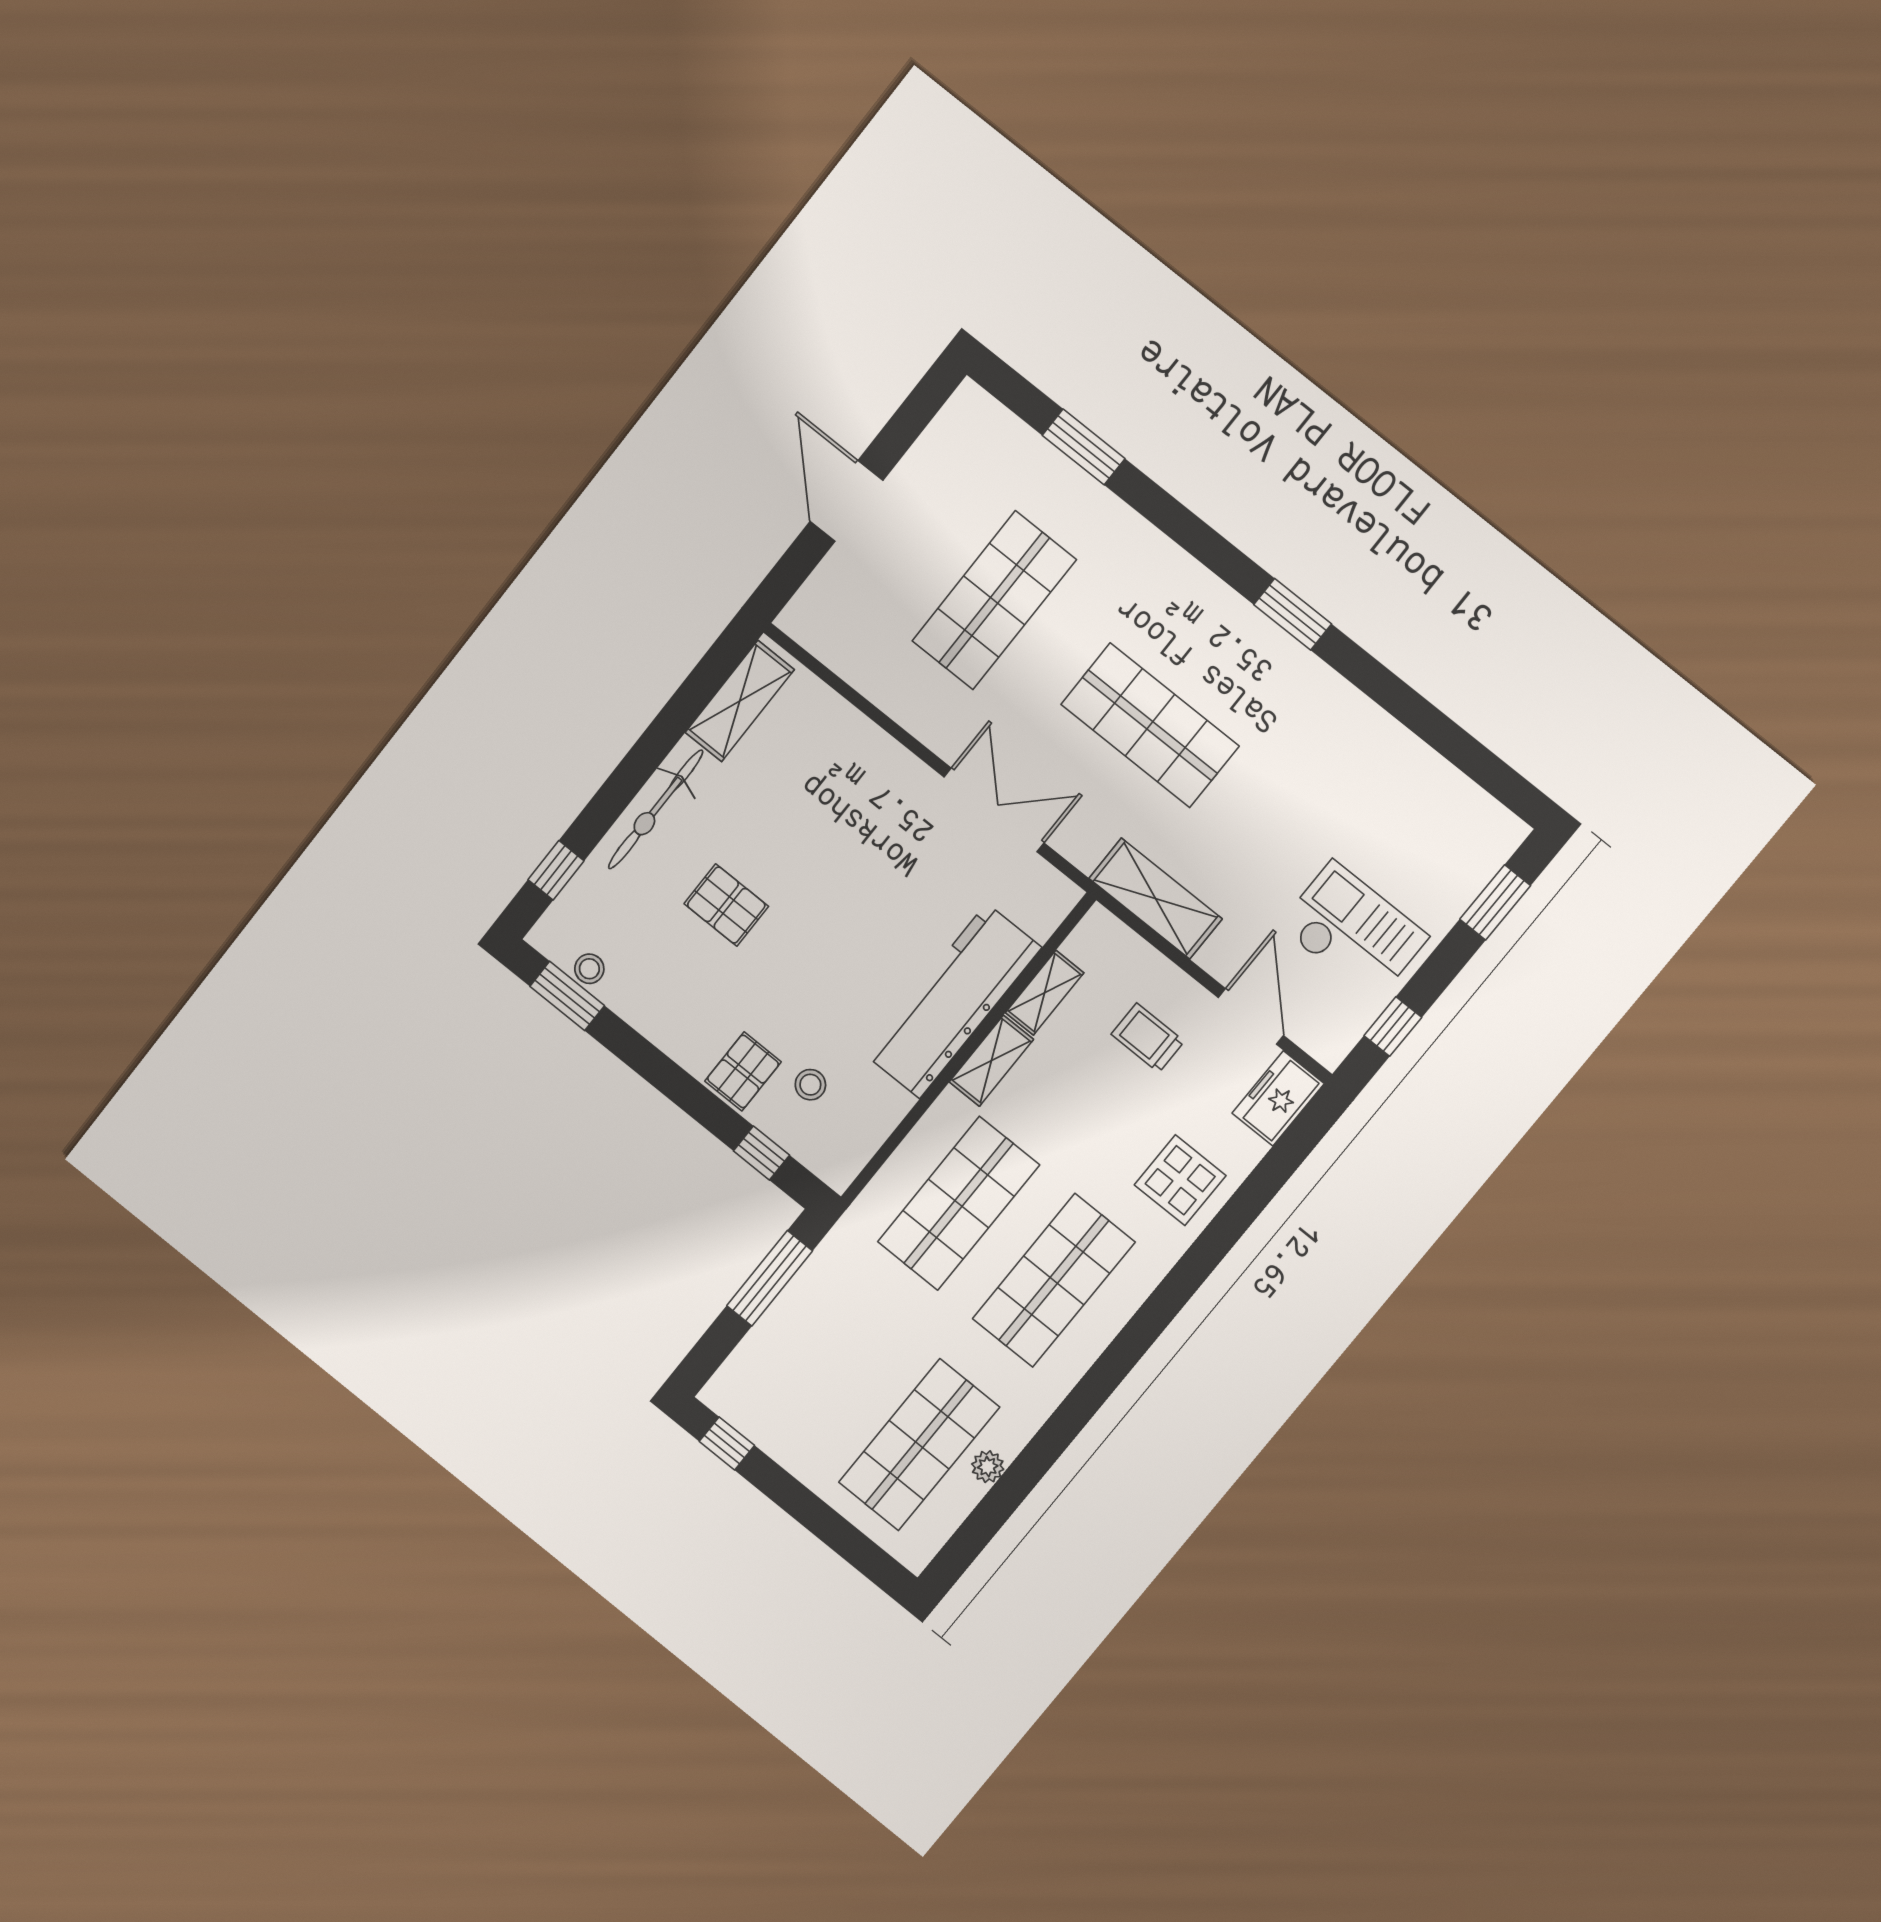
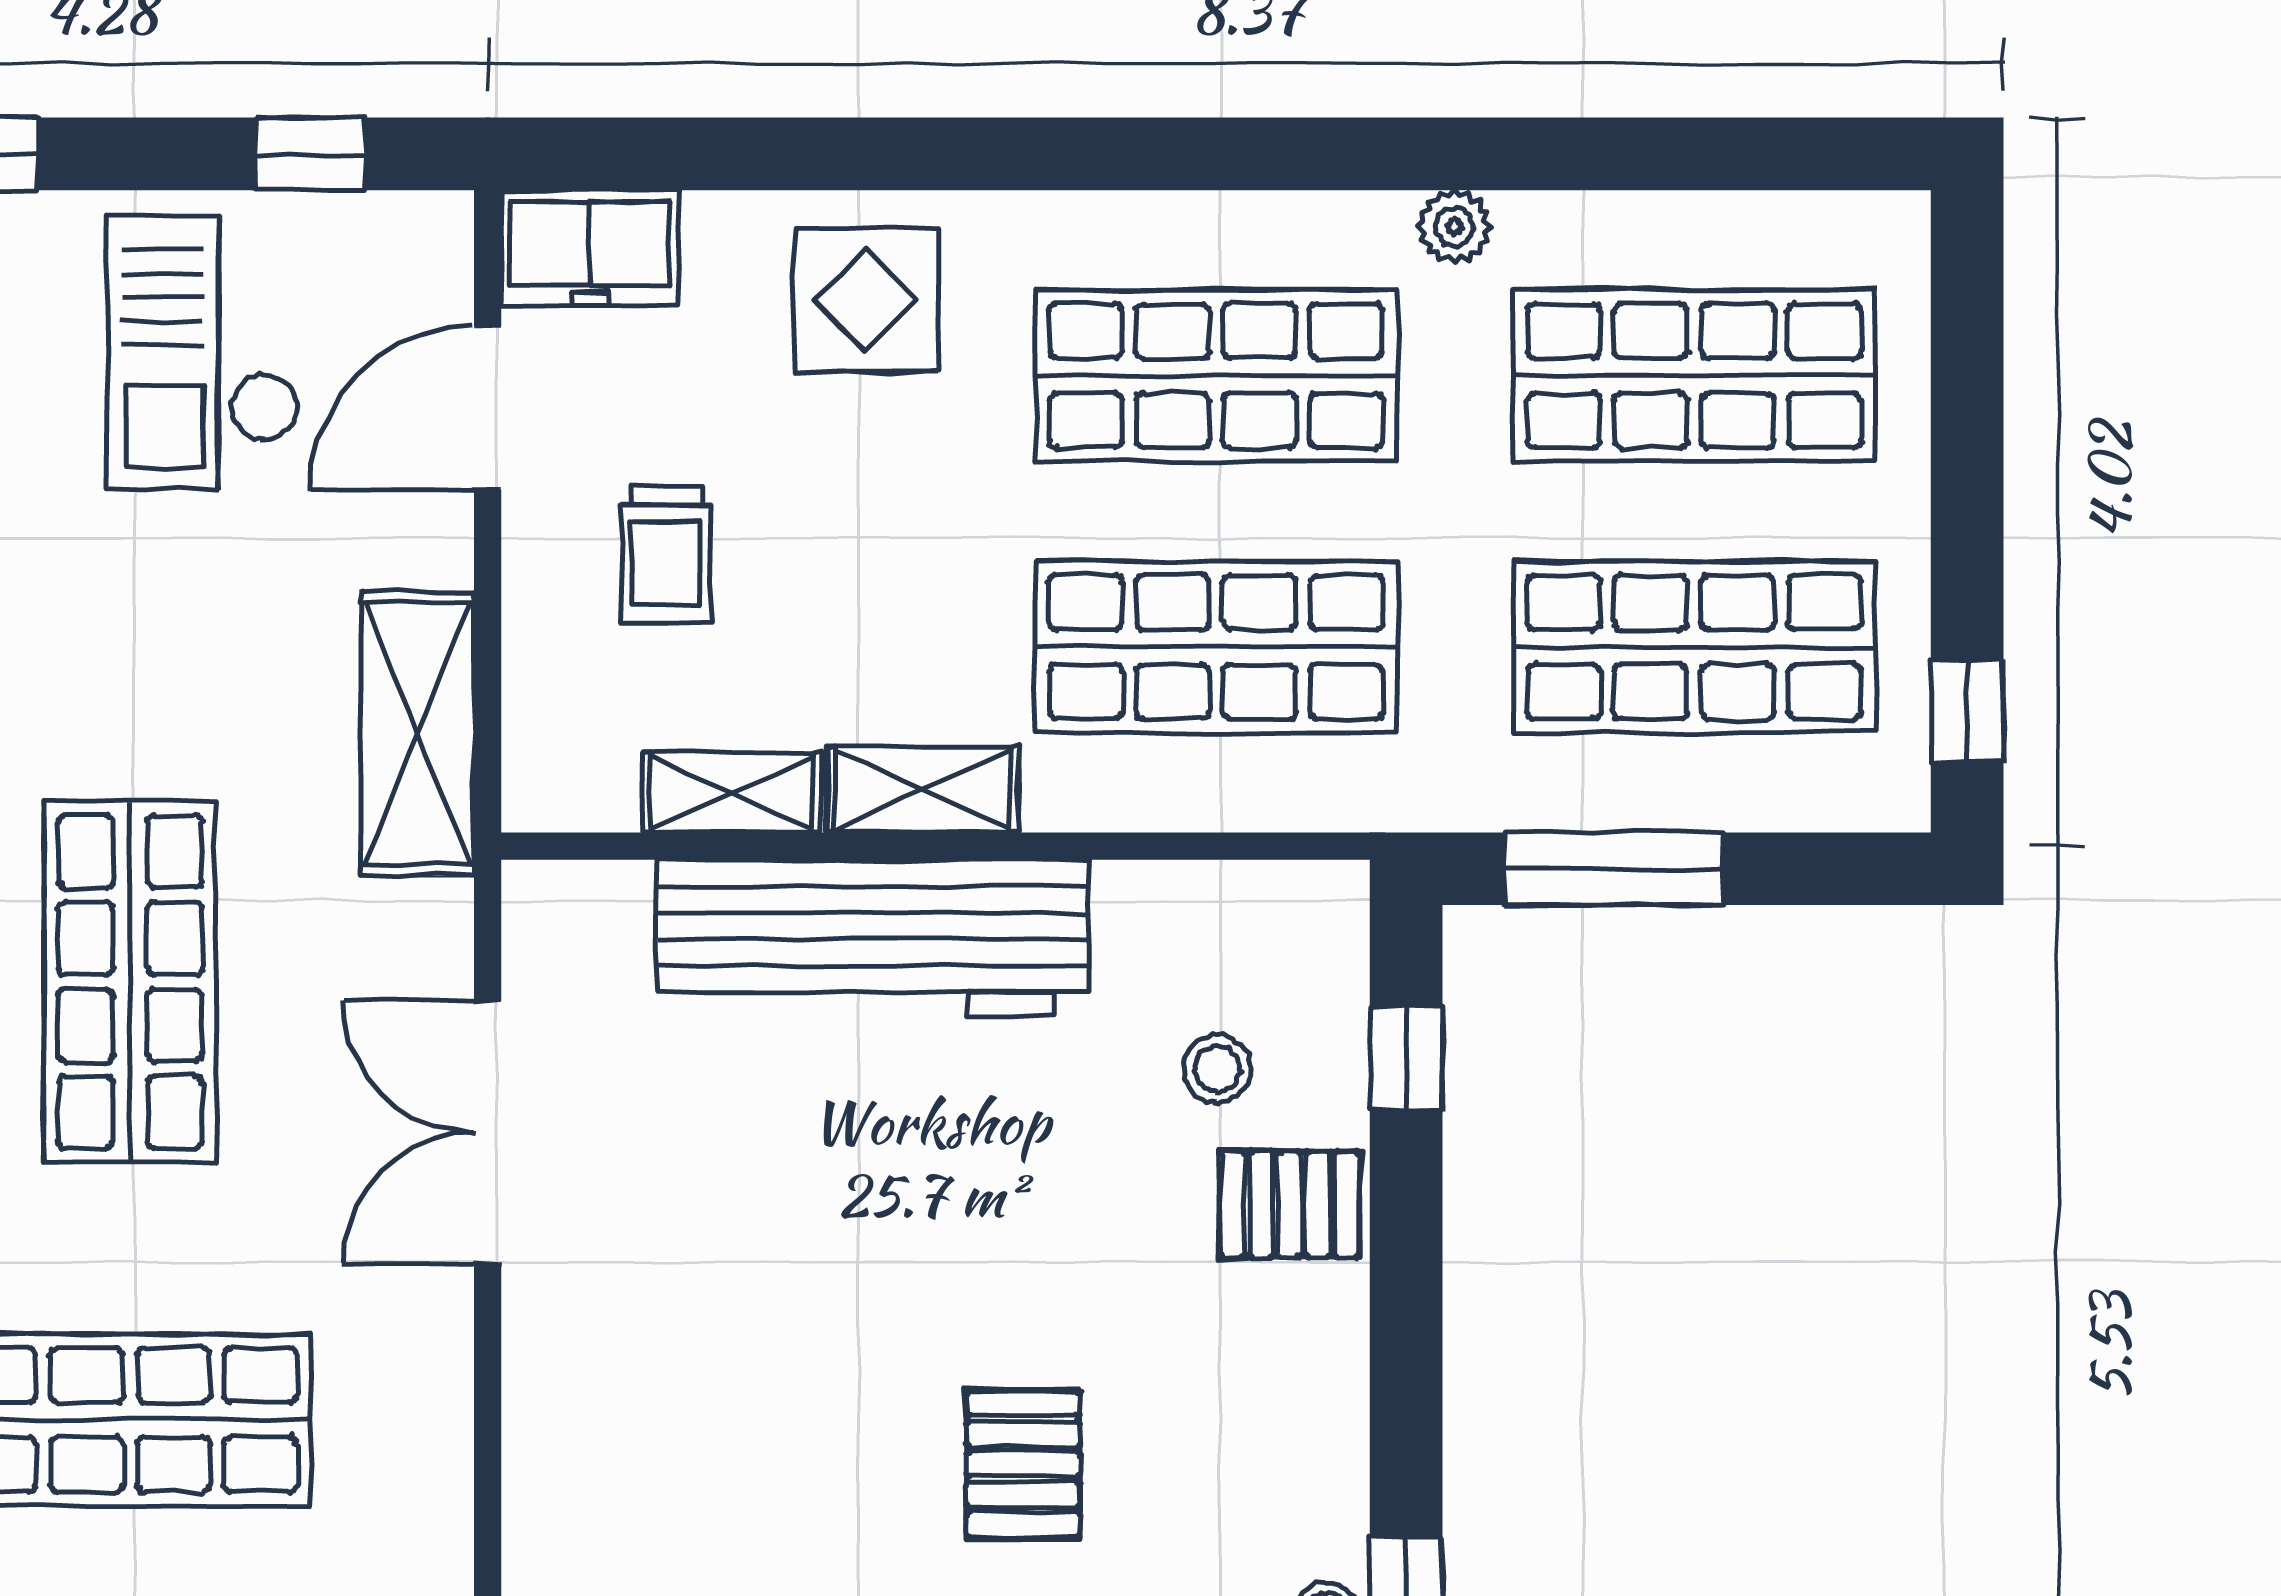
shop shelf: (825, 1368) -> (1694, 647), added
plant: (988, 1467) -> (1455, 227), moved

